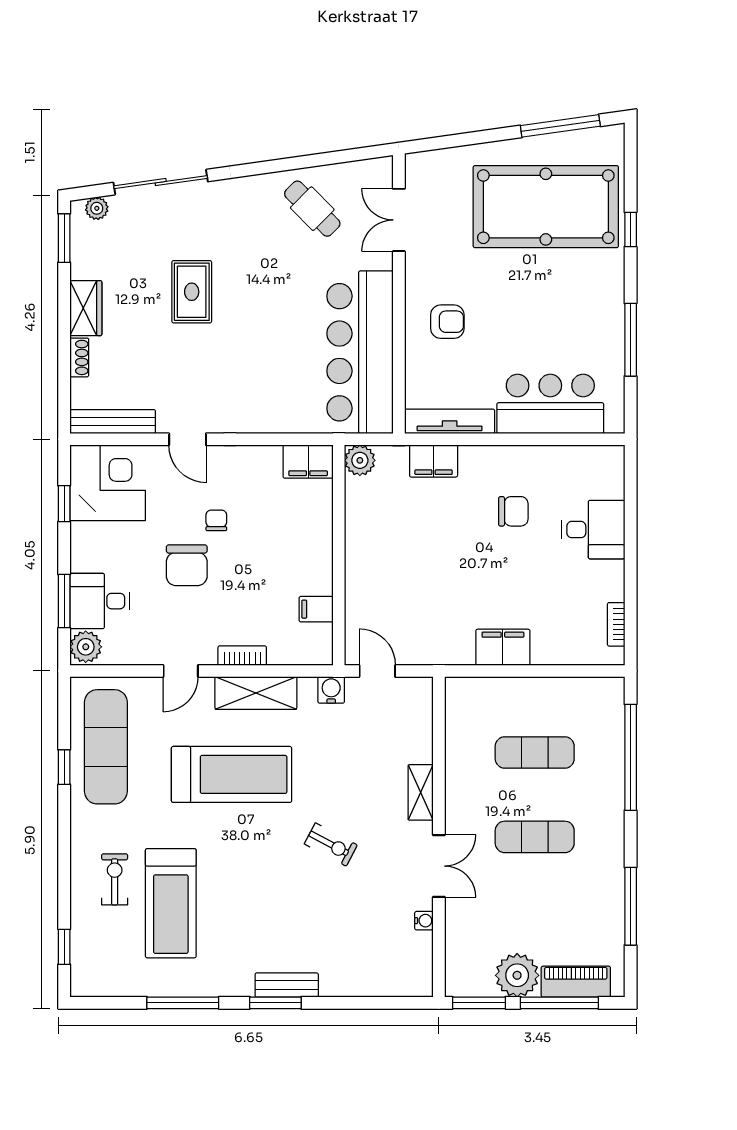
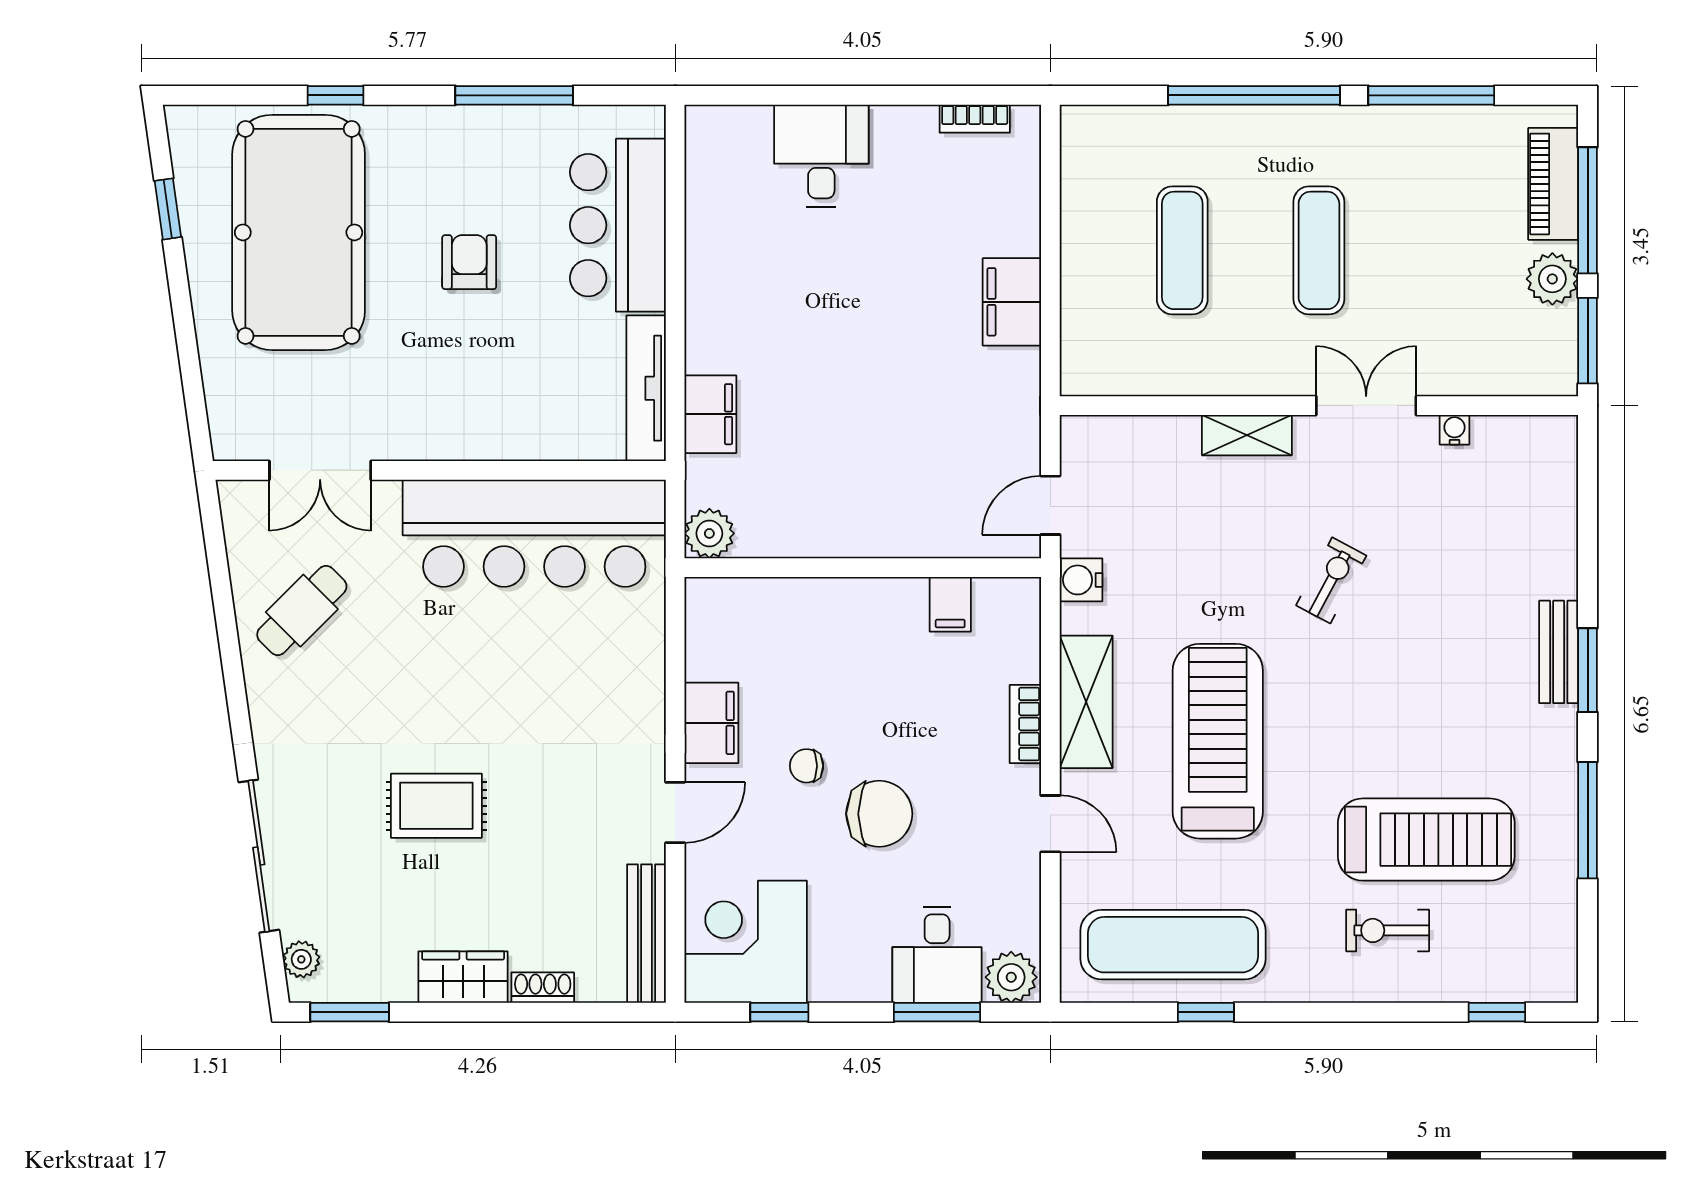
window: (560, 126) -> (168, 209), width x0.46
armchair: (447, 322) -> (469, 262), moved
filing cabinet: (308, 462) -> (711, 723), moved
chair: (513, 511) -> (792, 285), removed
window: (631, 757) -> (1254, 95), moved
plant: (517, 975) -> (1552, 279), width x0.73, depth x0.73

